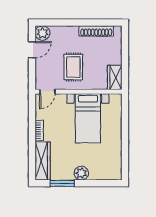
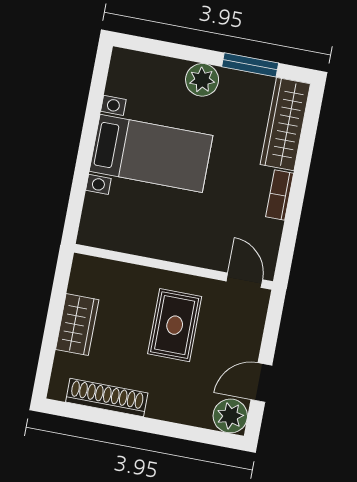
wardrobe: (115, 77) -> (77, 325), moved
door: (47, 92) -> (244, 280), hinge flipped
bed with nightstands: (88, 118) -> (151, 153), moved, turned 90

